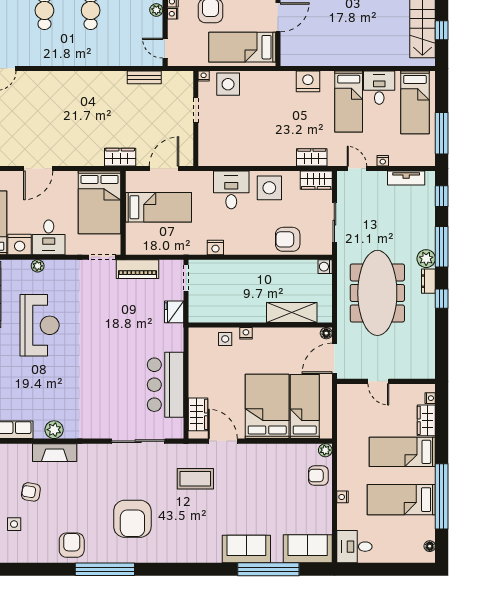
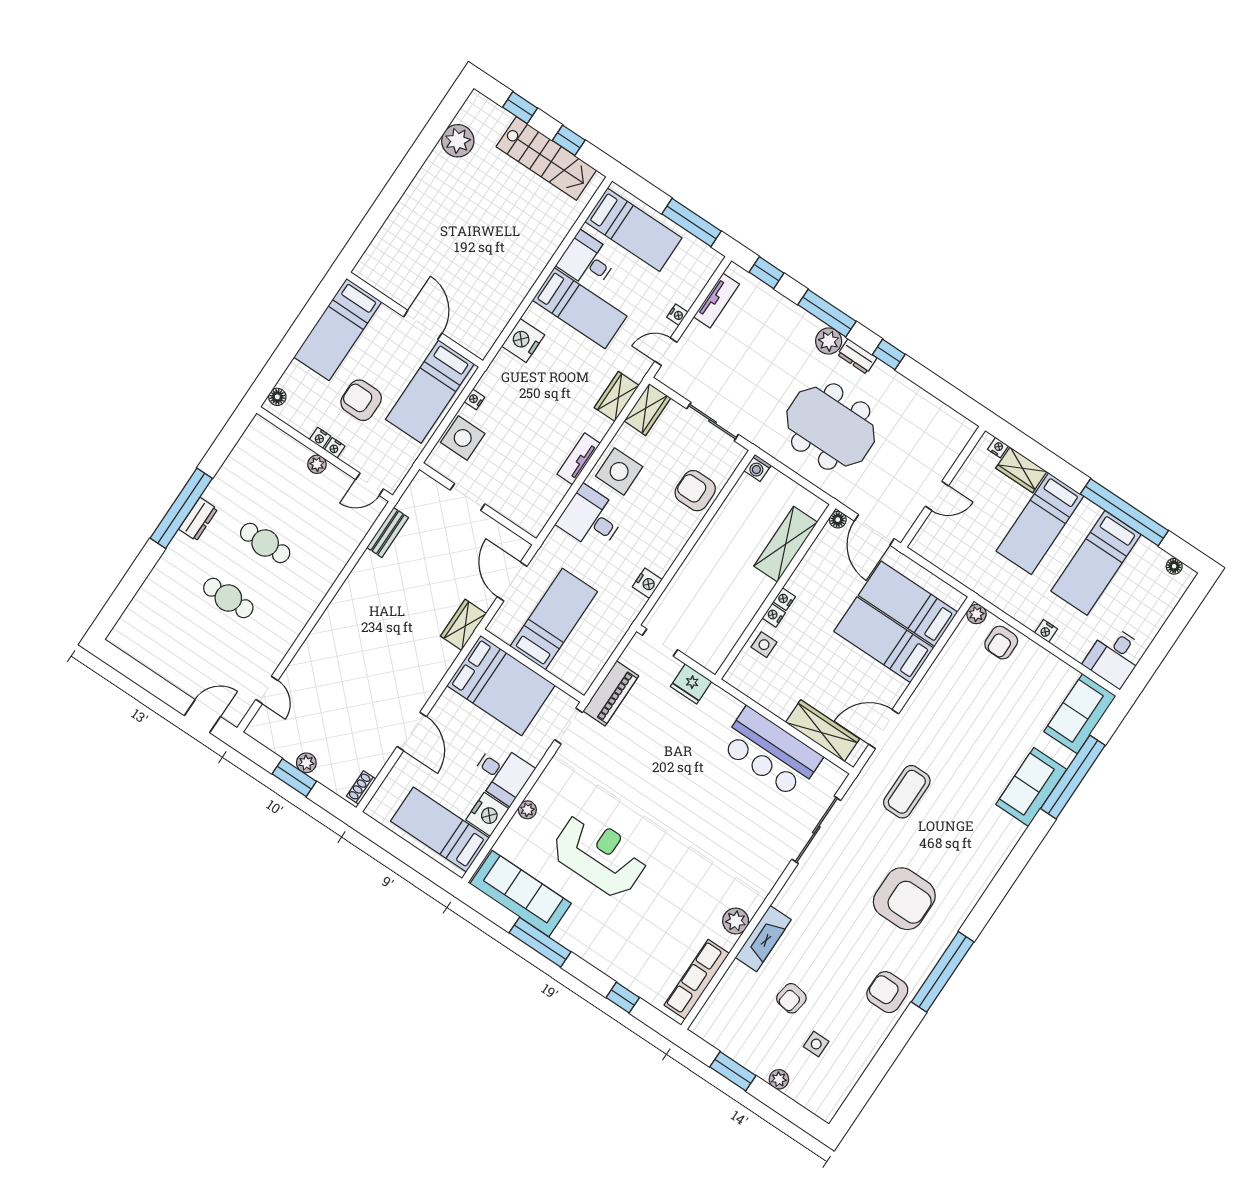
nightstand: (204, 76) -> (474, 399), moved
tv unit: (261, 159) -> (579, 459), added
armchair: (288, 239) -> (695, 491), turned 90
meeting table: (377, 293) -> (831, 427), width x0.73
nightstand: (259, 333) -> (784, 599), added
bed: (267, 406) -> (884, 640), width x0.67
wardrobe: (198, 414) -> (822, 731), width x1.50

